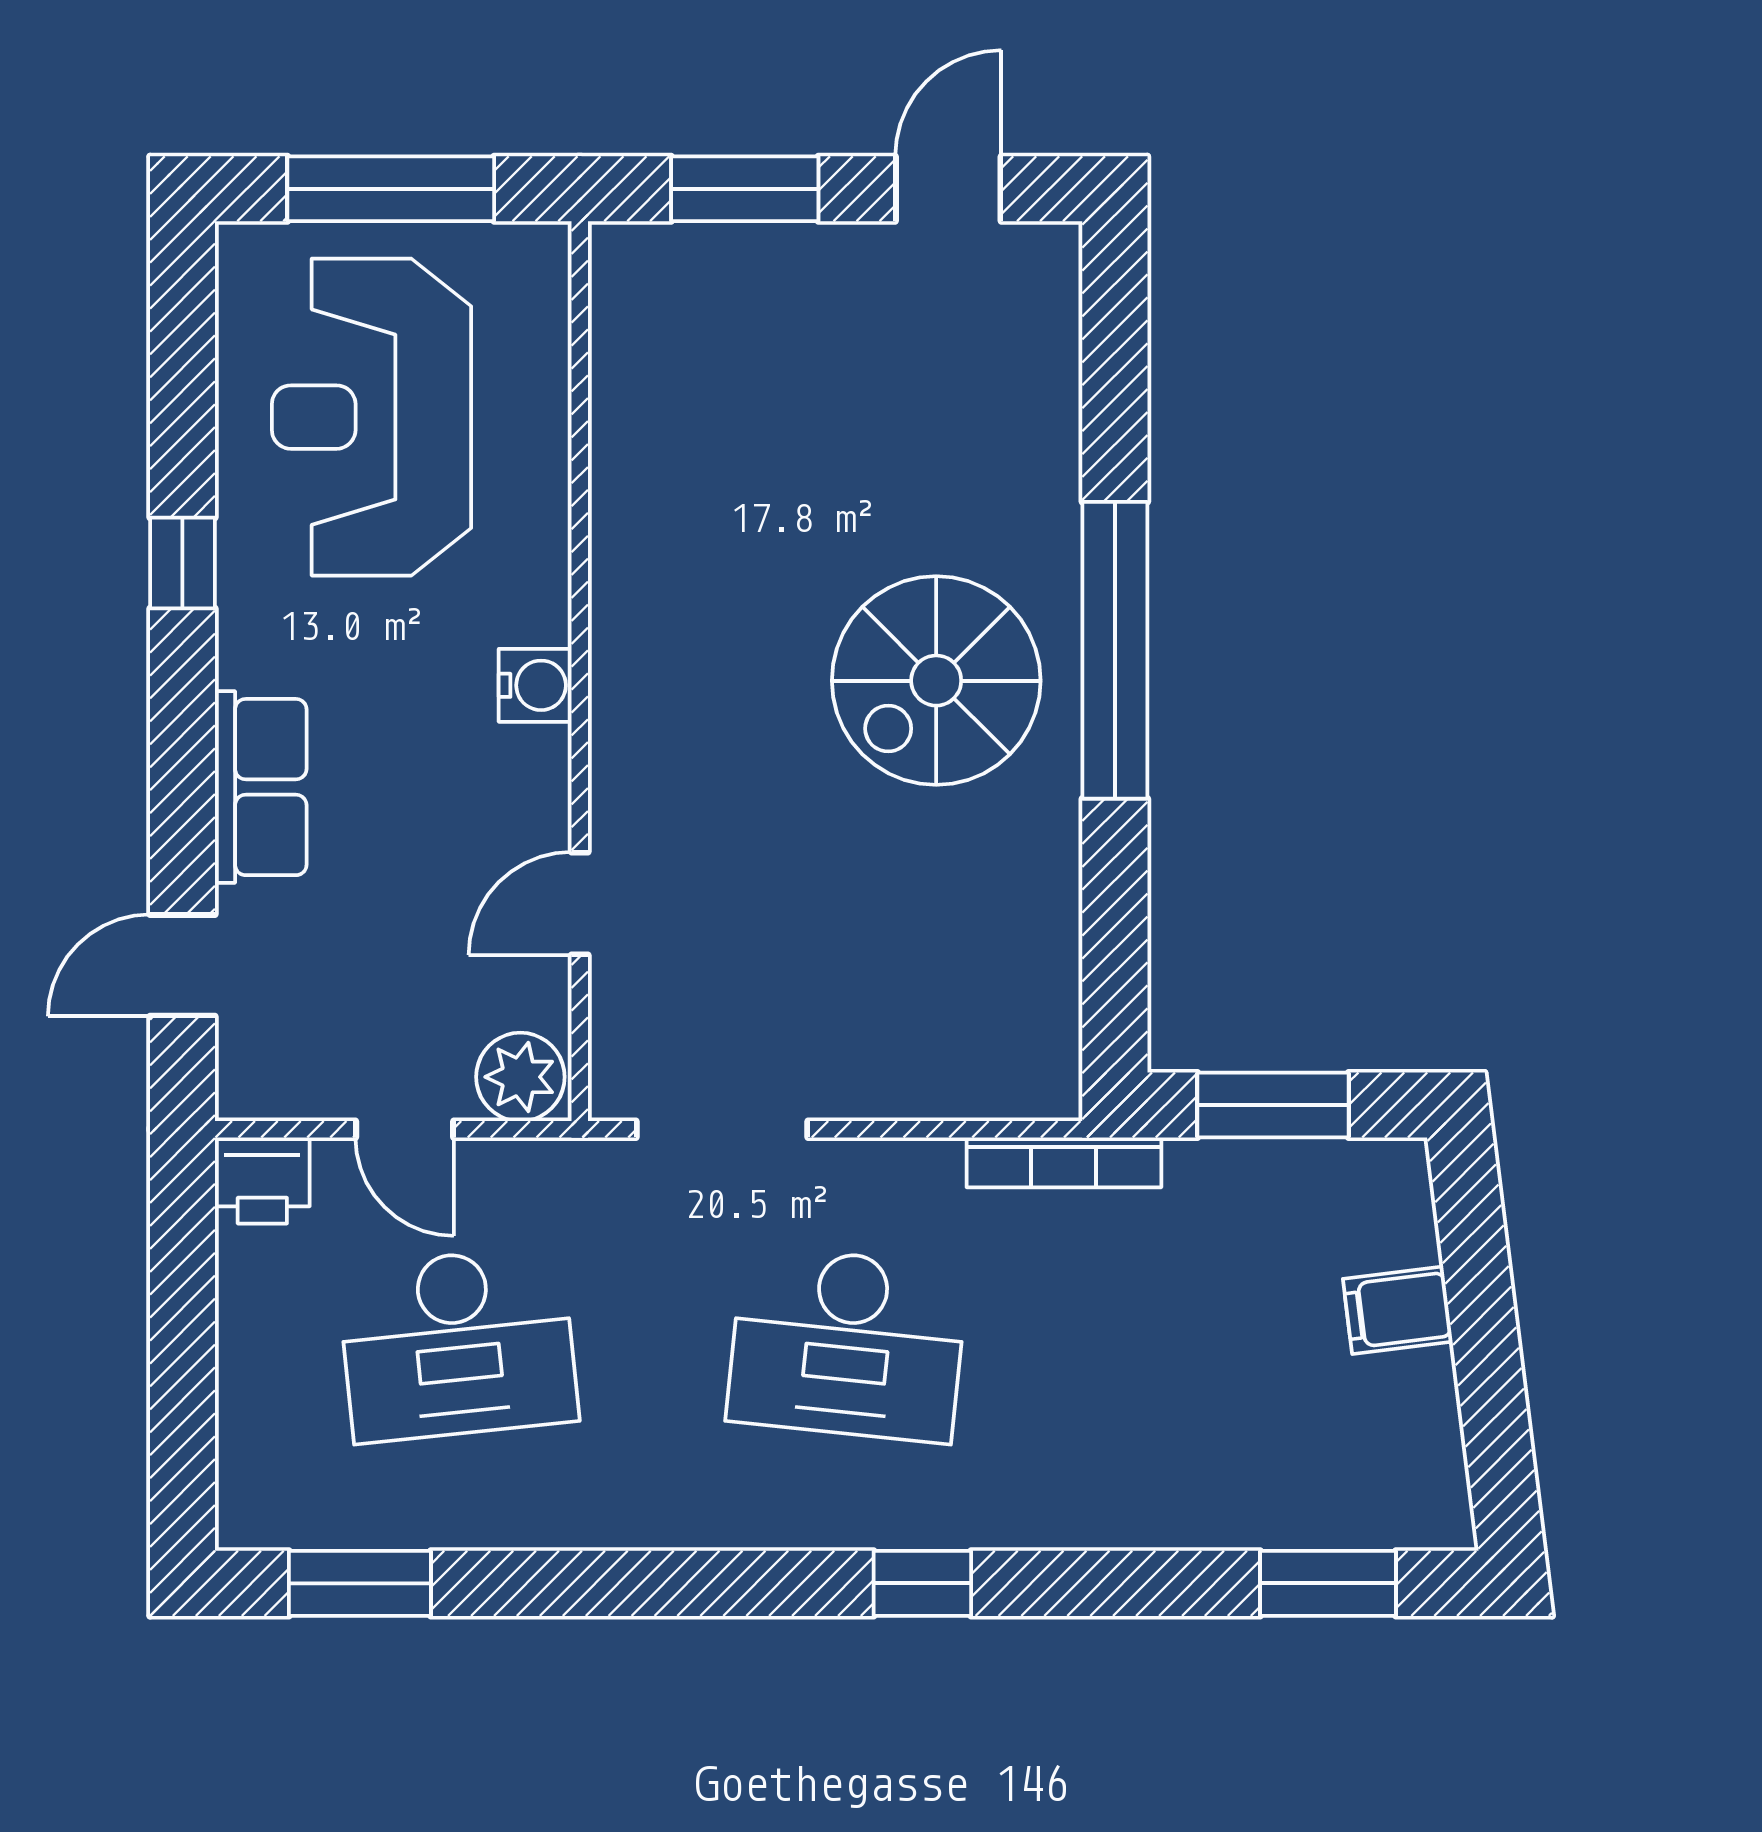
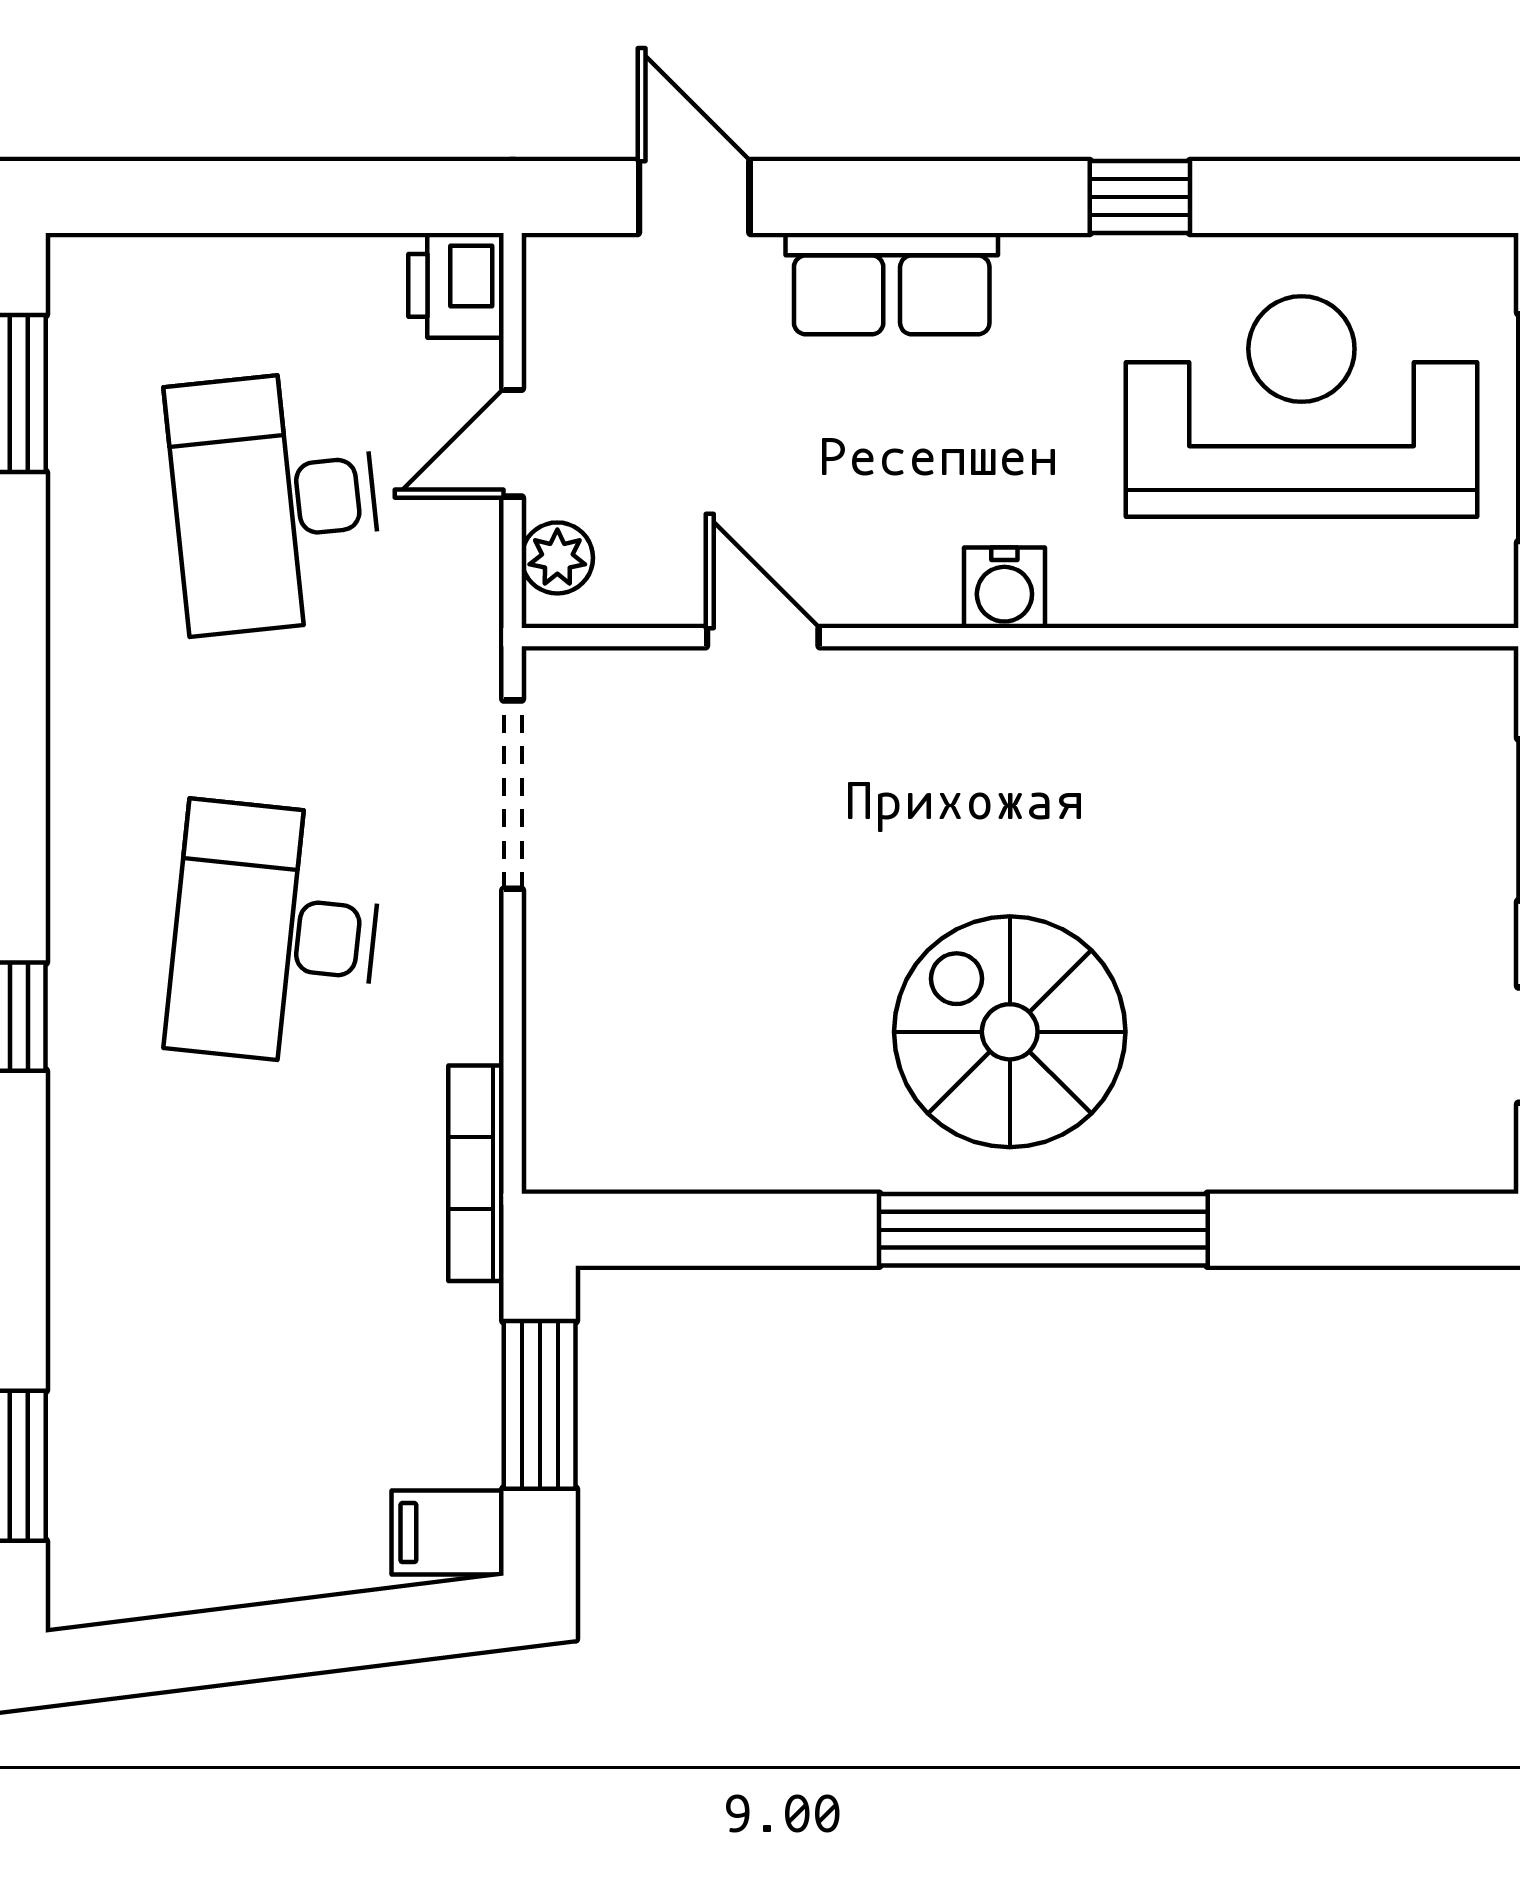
plant: (520, 1077) -> (557, 558), width x0.73, depth x0.73
filing cabinet: (1398, 1310) -> (448, 1533), moved, turned -83

